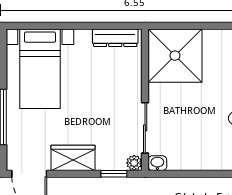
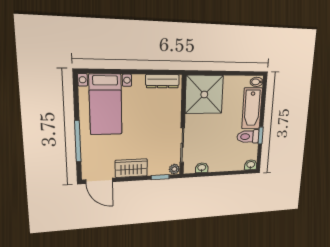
washbasin: (157, 163) -> (202, 168), moved

